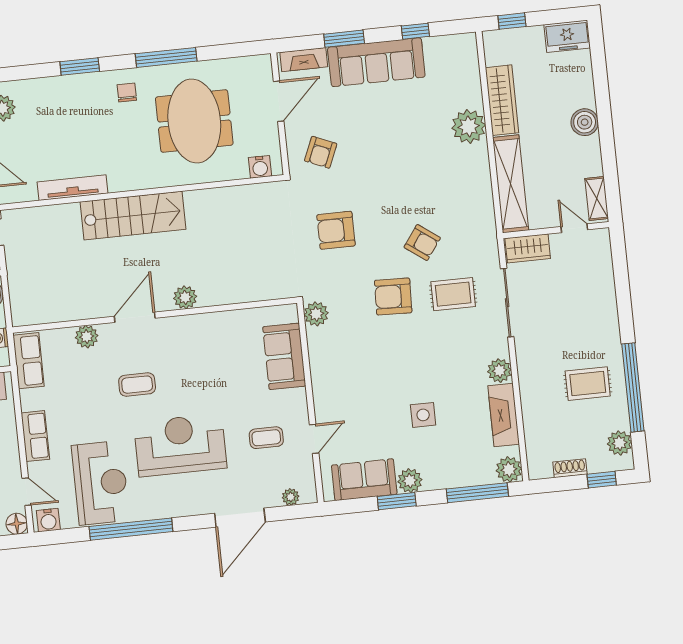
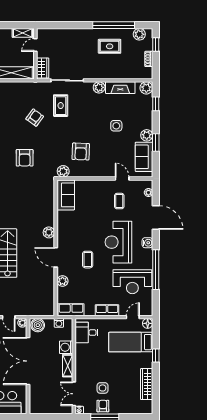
armchair: (393, 296) -> (81, 152), moved
sofa: (284, 356) -> (66, 195), moved, turned -90
rug: (588, 384) -> (110, 46), turned 90
reception desk: (100, 483) -> (132, 282), turned 180
window: (477, 493) -> (156, 104), width x0.46
water cooler: (48, 520) -> (147, 243), moved

